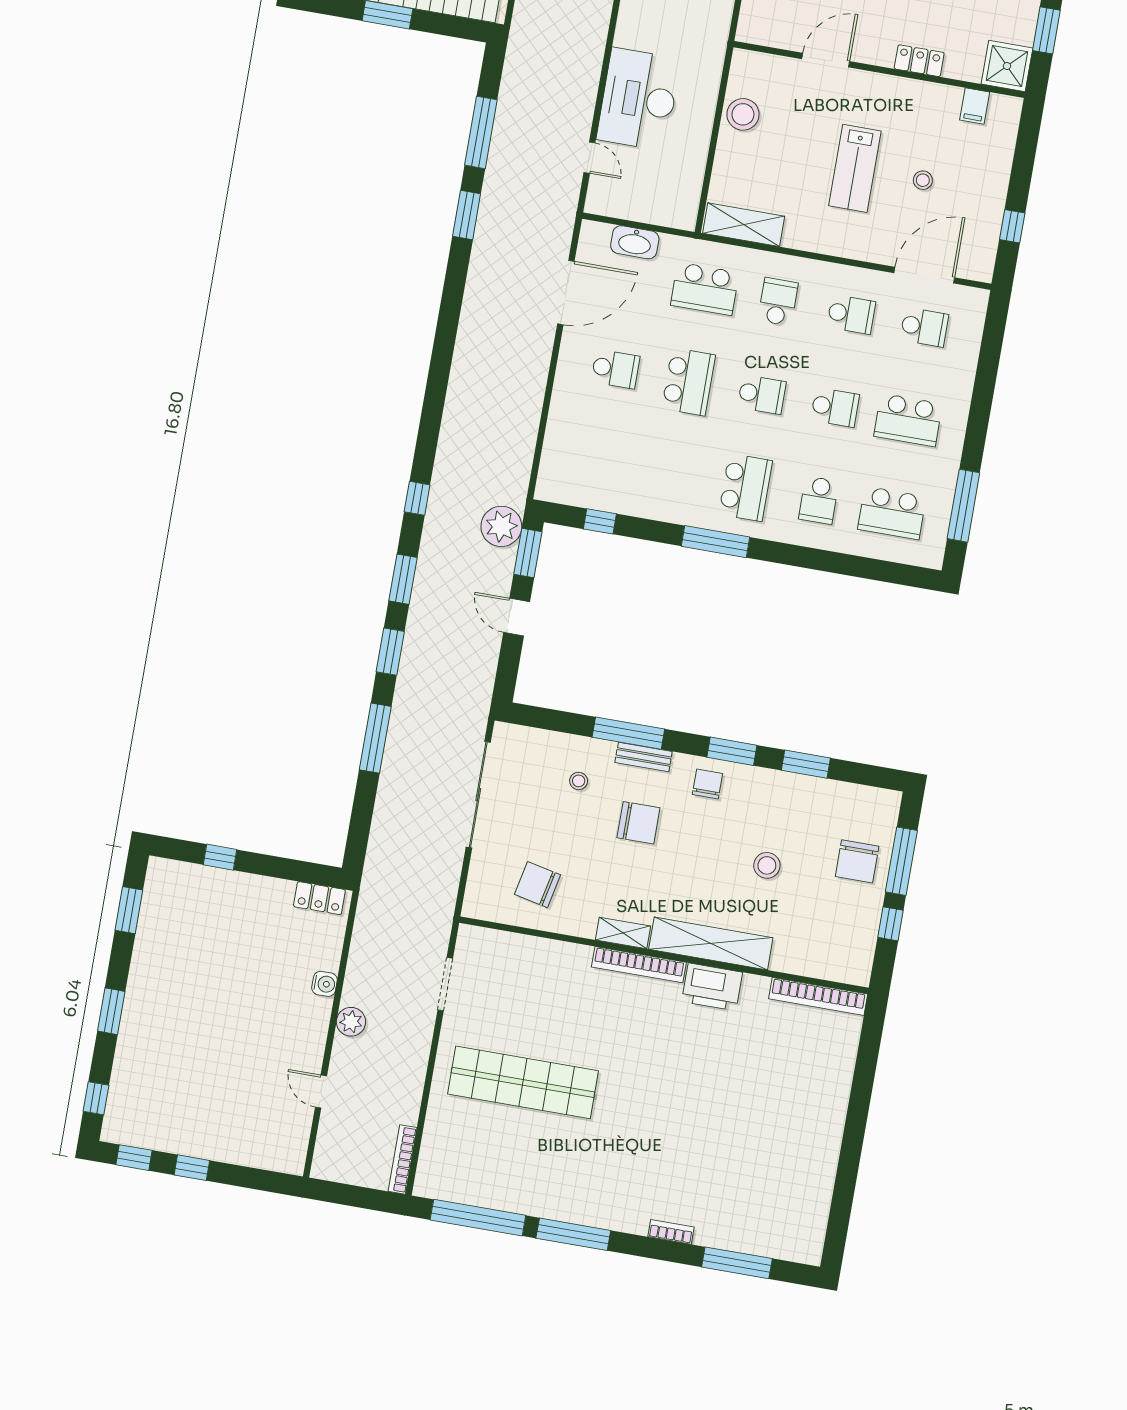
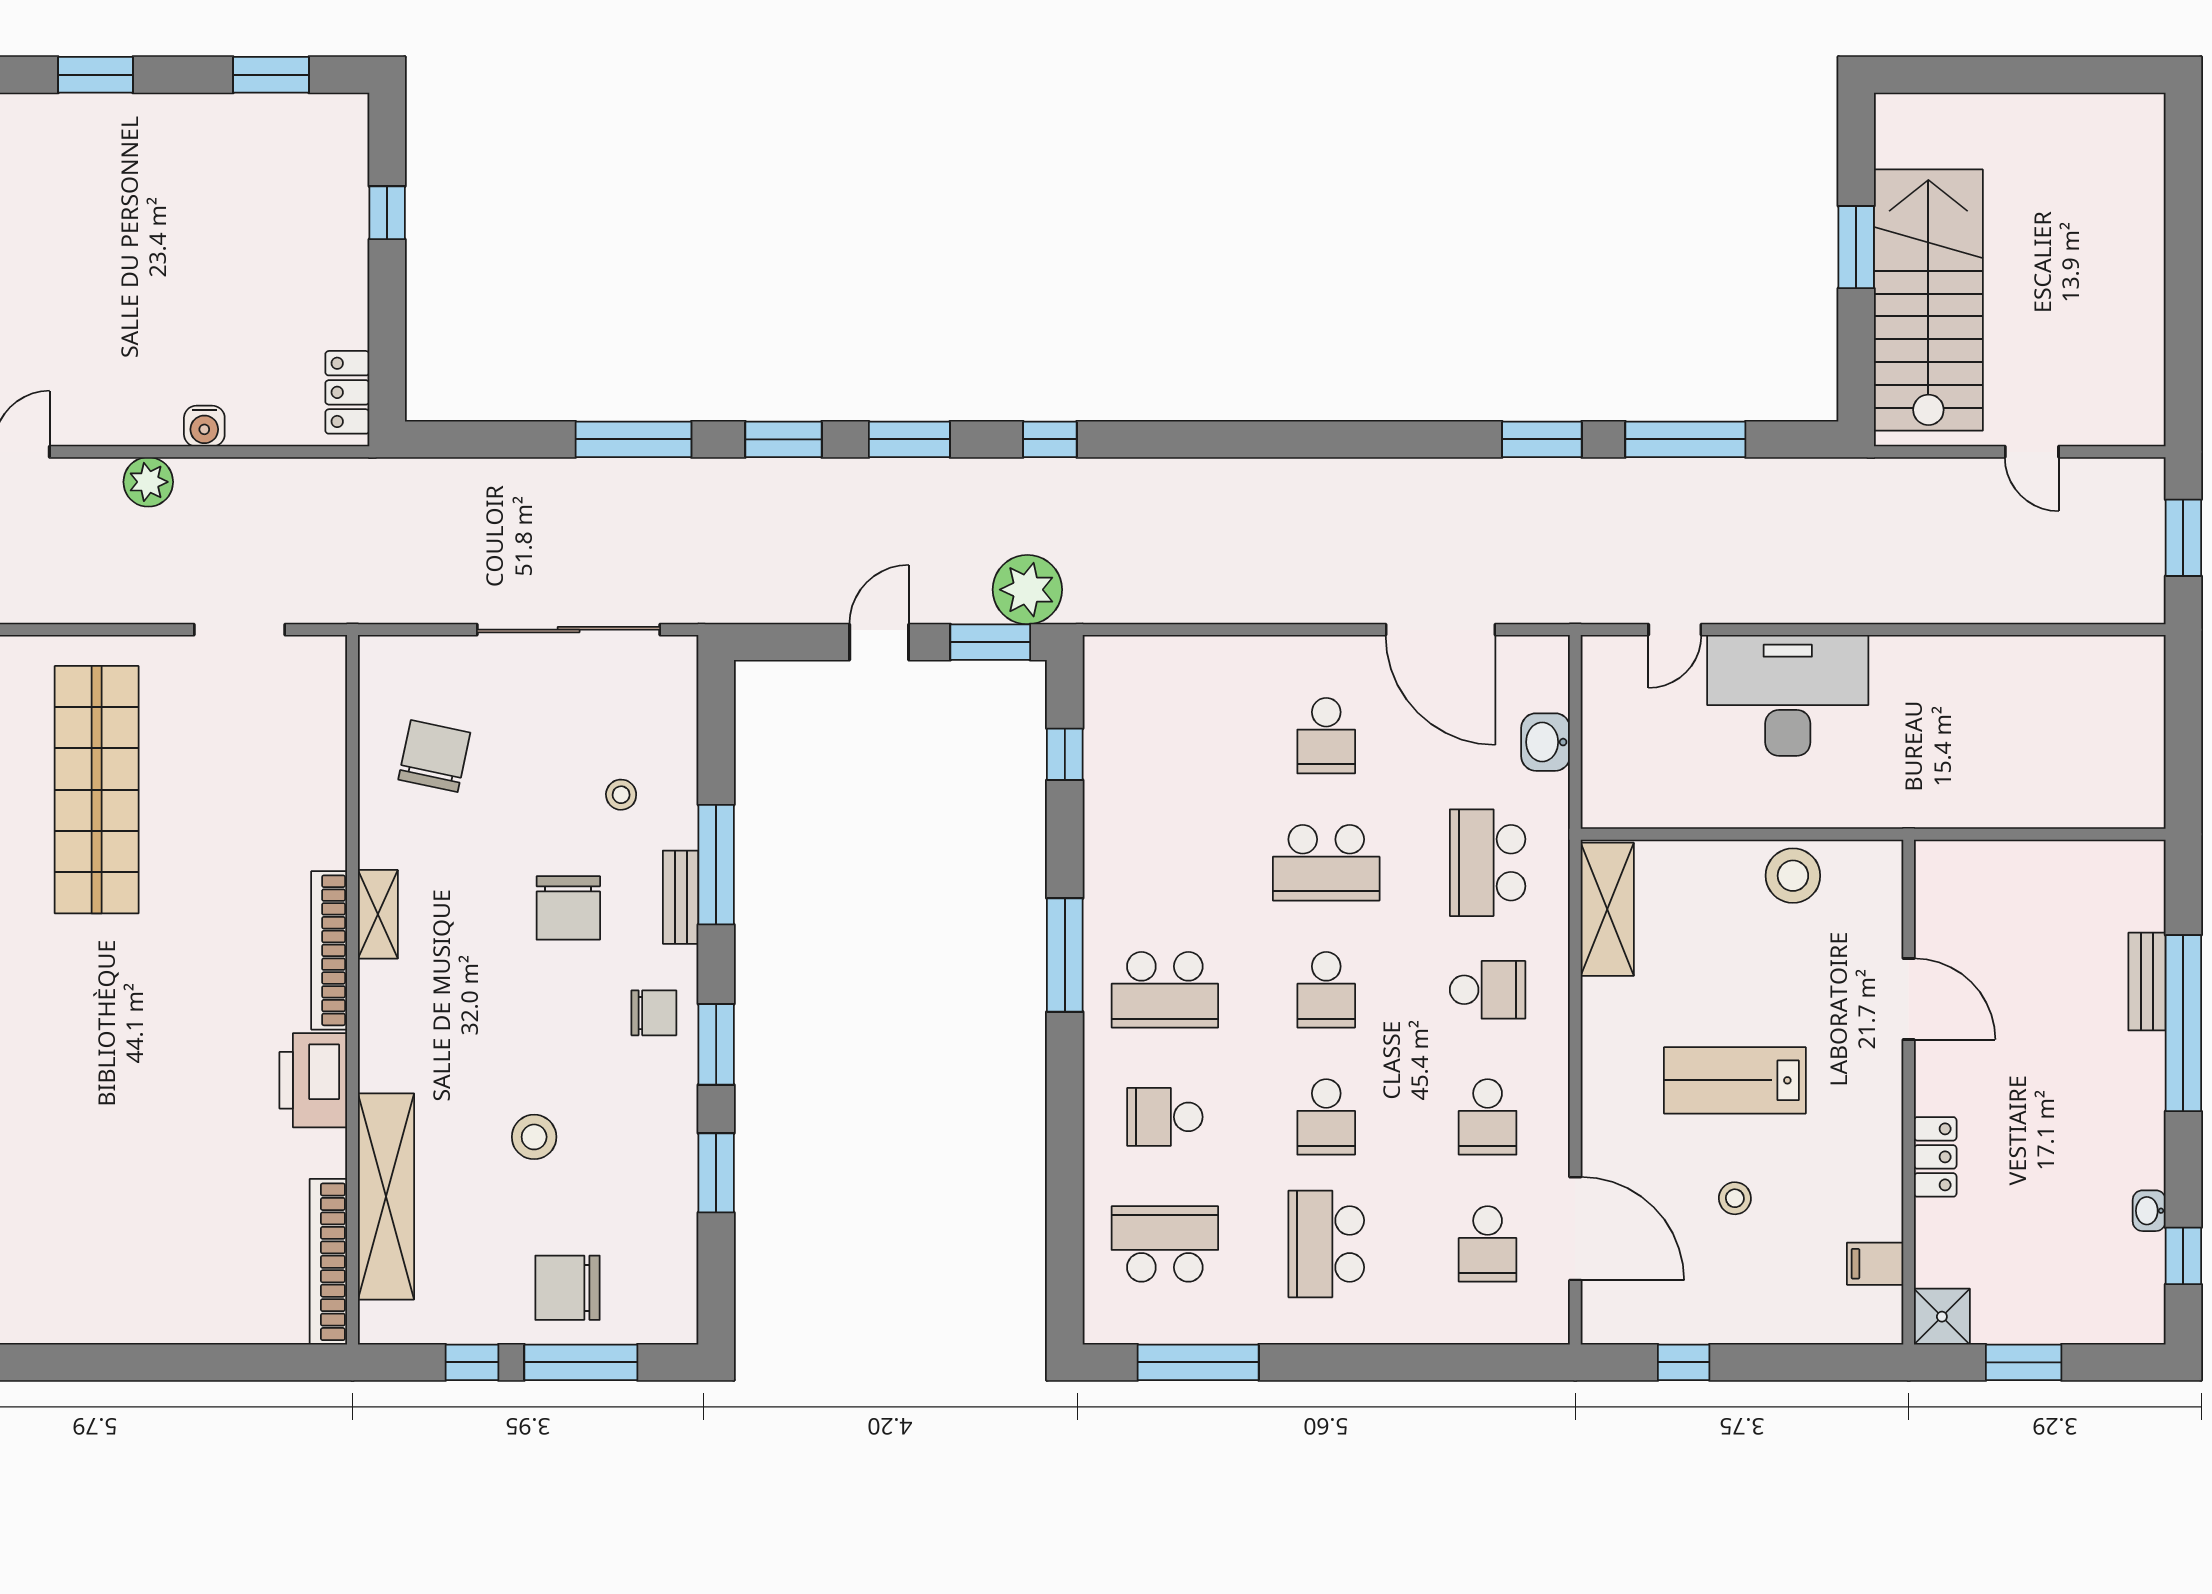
shower: (1007, 66) -> (1942, 1317), width x0.73, depth x0.73
washbasin: (635, 242) -> (1546, 742), width x0.72
school desk: (892, 513) -> (1165, 1244), turned 90
shelving: (711, 944) -> (386, 1196), moved

